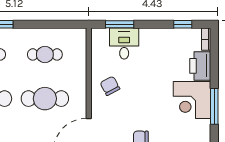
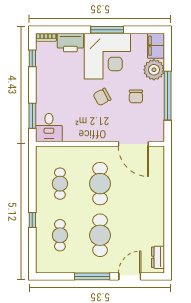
desk: (124, 44) -> (49, 128), moved, turned -90
chair: (110, 86) -> (102, 97), moved
corner desk: (192, 100) -> (107, 56), width x1.36, depth x1.36

